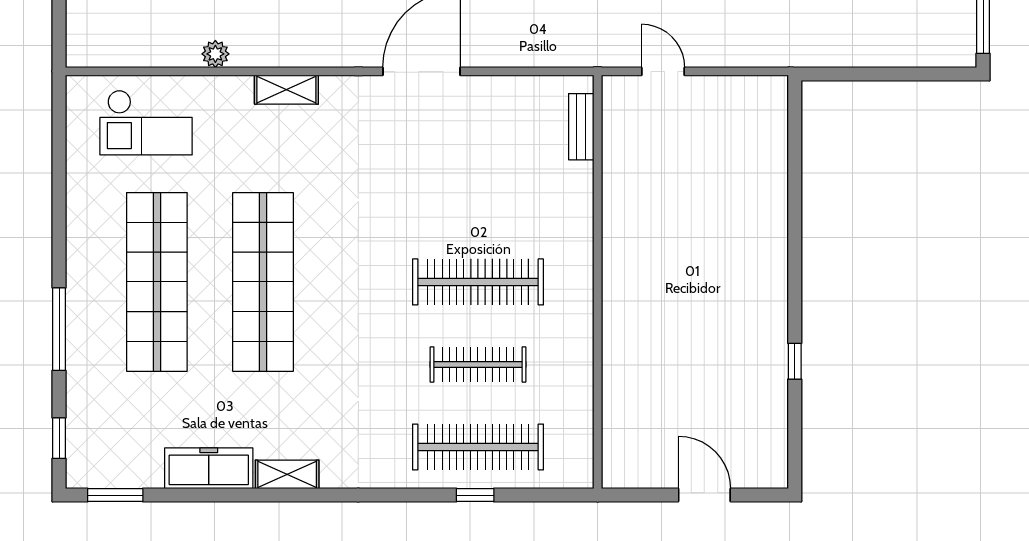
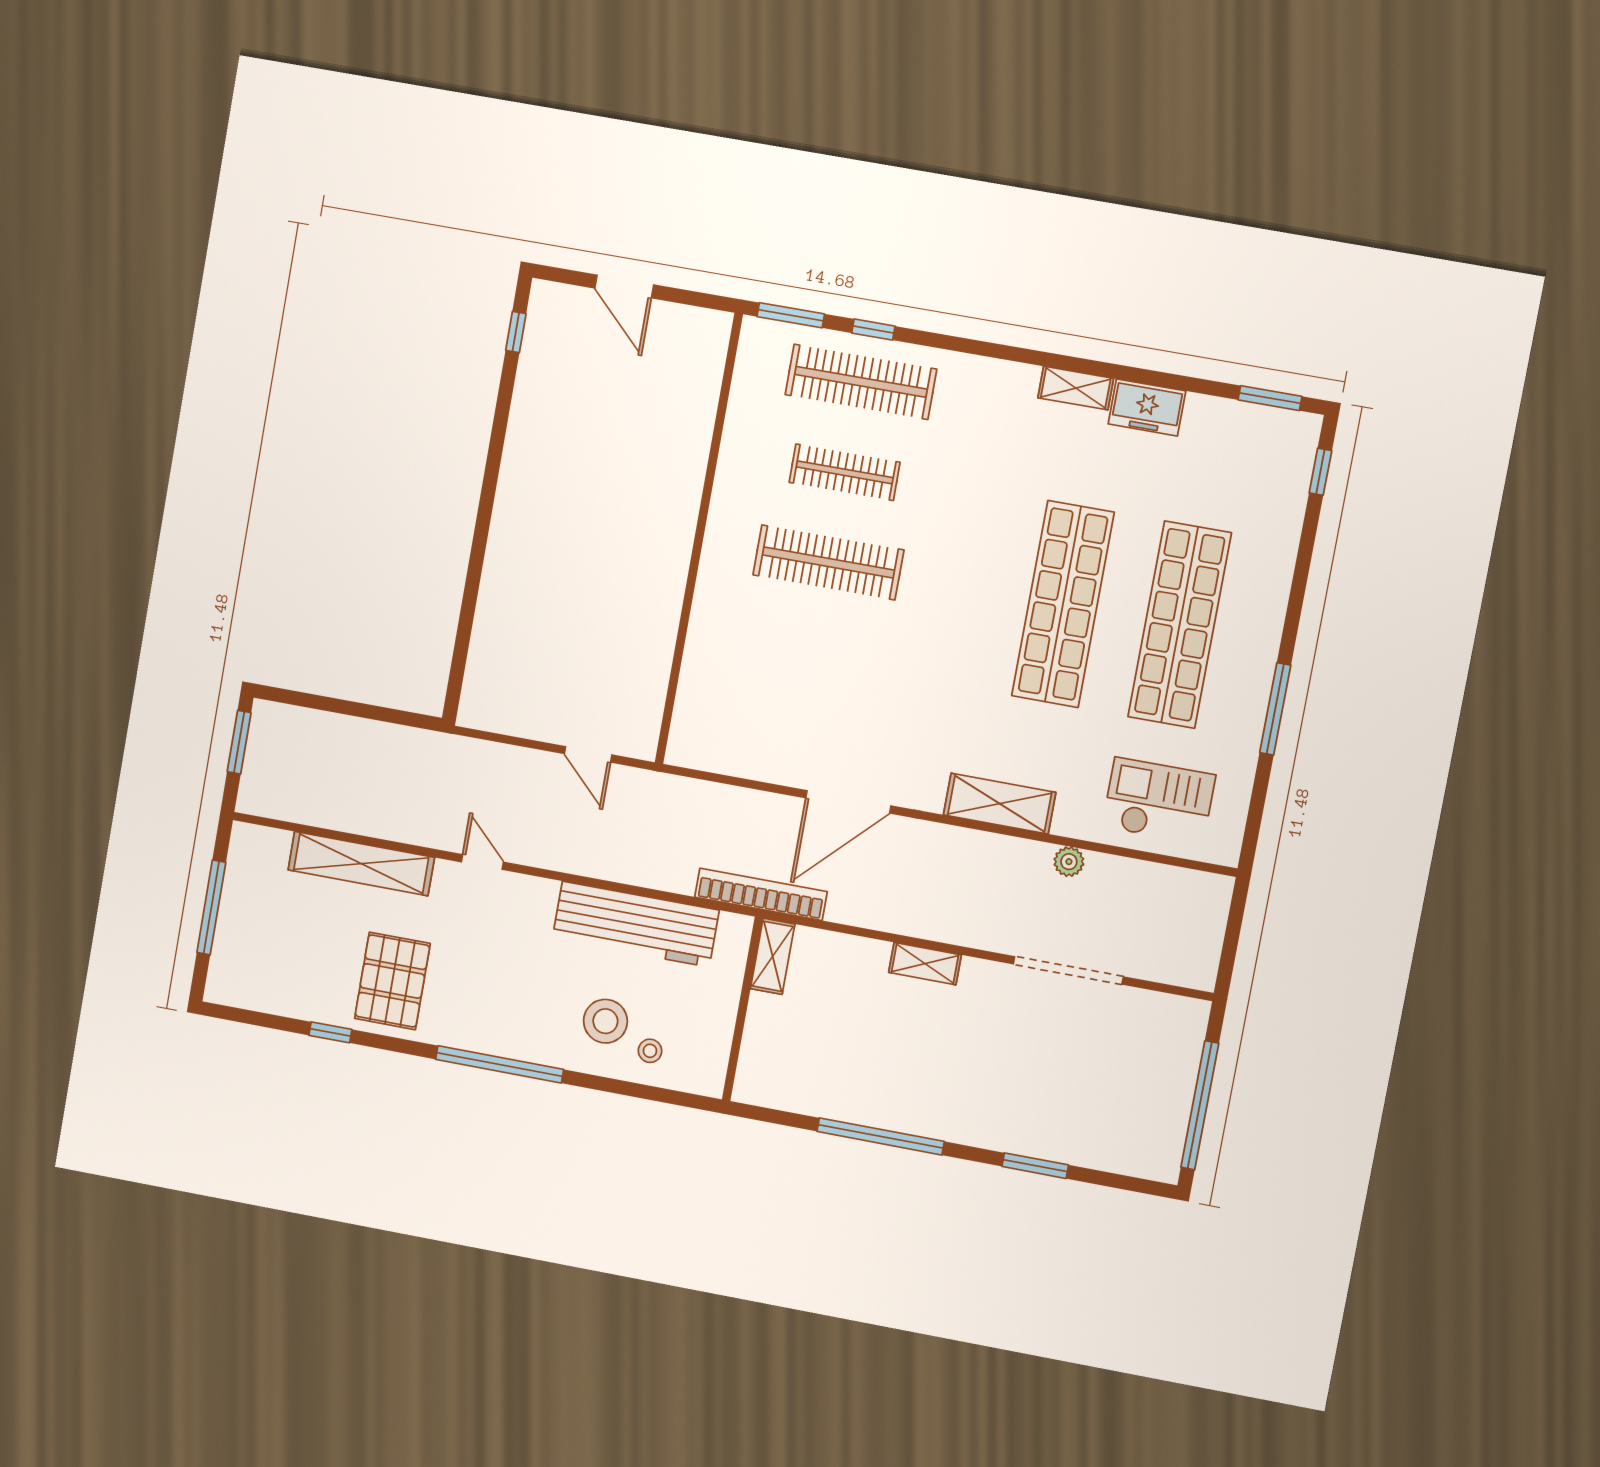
shelving: (286, 90) -> (1000, 804), width x1.50, depth x1.33
bench: (581, 127) -> (687, 711), removed
window: (59, 329) -> (1275, 709), moved
window: (795, 361) -> (516, 332), moved
freezer: (209, 468) -> (1147, 407), width x0.71
window: (551, 495) -> (791, 315), added

